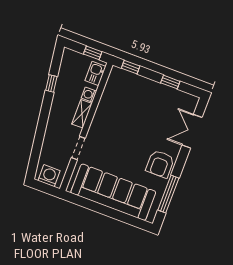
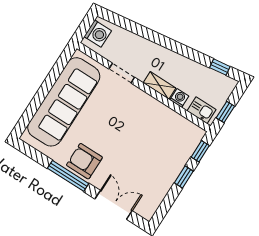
window: (170, 82) -> (184, 177), moved
window: (51, 83) -> (220, 67), moved
window: (168, 194) -> (68, 176), moved

